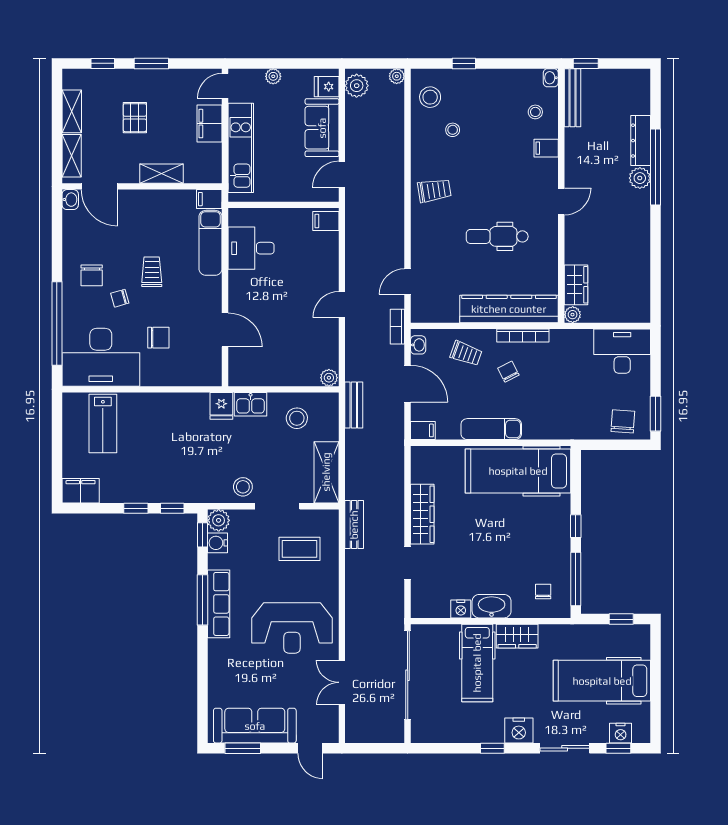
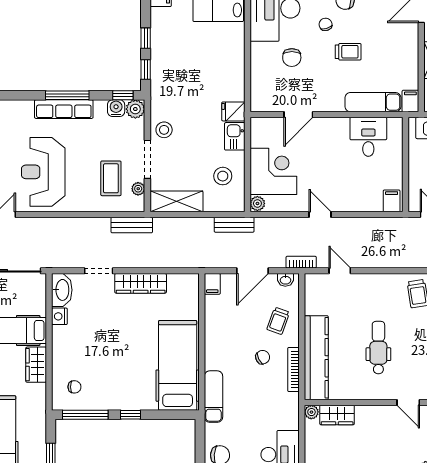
corner desk: (291, 359) -> (273, 171), added
exam couch: (491, 429) -> (213, 397), moved
plant: (312, 517) -> (138, 189), added
washbasin: (492, 606) -> (62, 290), moved

